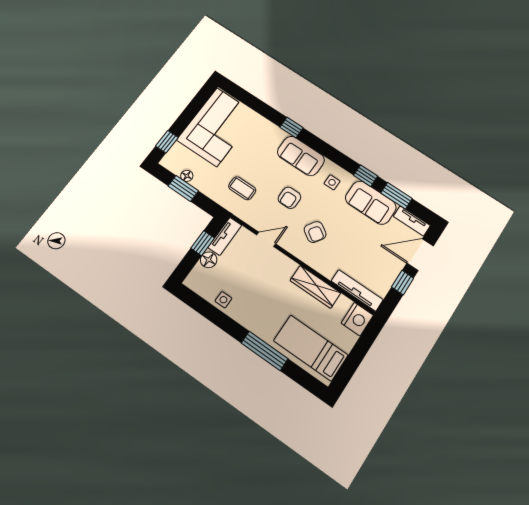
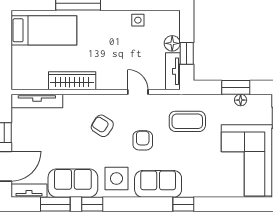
side table: (332, 182) -> (116, 178), width x1.87, depth x1.87
coffee table: (242, 188) -> (187, 121), width x1.36, depth x1.30
door: (266, 239) -> (138, 92), swing flipped
nightstand: (357, 319) -> (22, 78), removed

